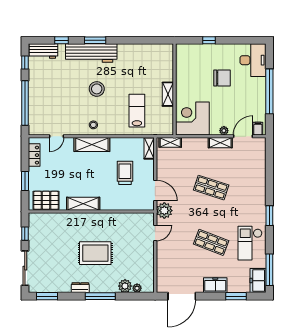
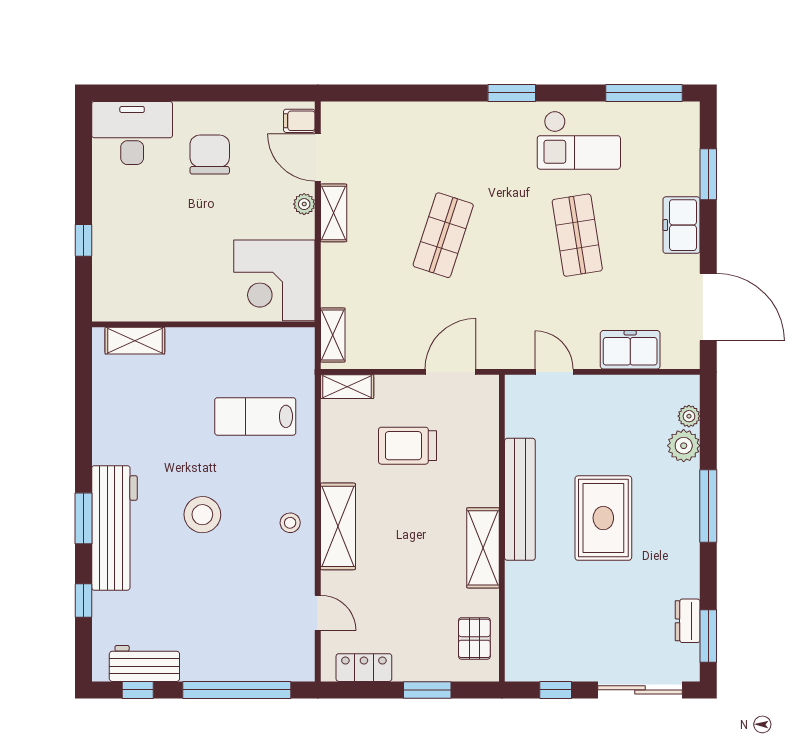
workbench: (43, 51) -> (144, 663), moved, turned -90
chair: (222, 78) -> (210, 155), moved
window: (269, 91) -> (208, 93), removed
shelving: (168, 94) -> (135, 341), moved
pallet: (46, 200) -> (474, 638), width x0.67, depth x0.71
plant: (164, 211) -> (499, 349), removed
bench: (103, 219) -> (520, 499), added
shop shelf: (211, 242) -> (577, 235), turned -30
freezer: (258, 281) -> (630, 350), moved, turned 180
dresser: (80, 288) -> (688, 621), moved

